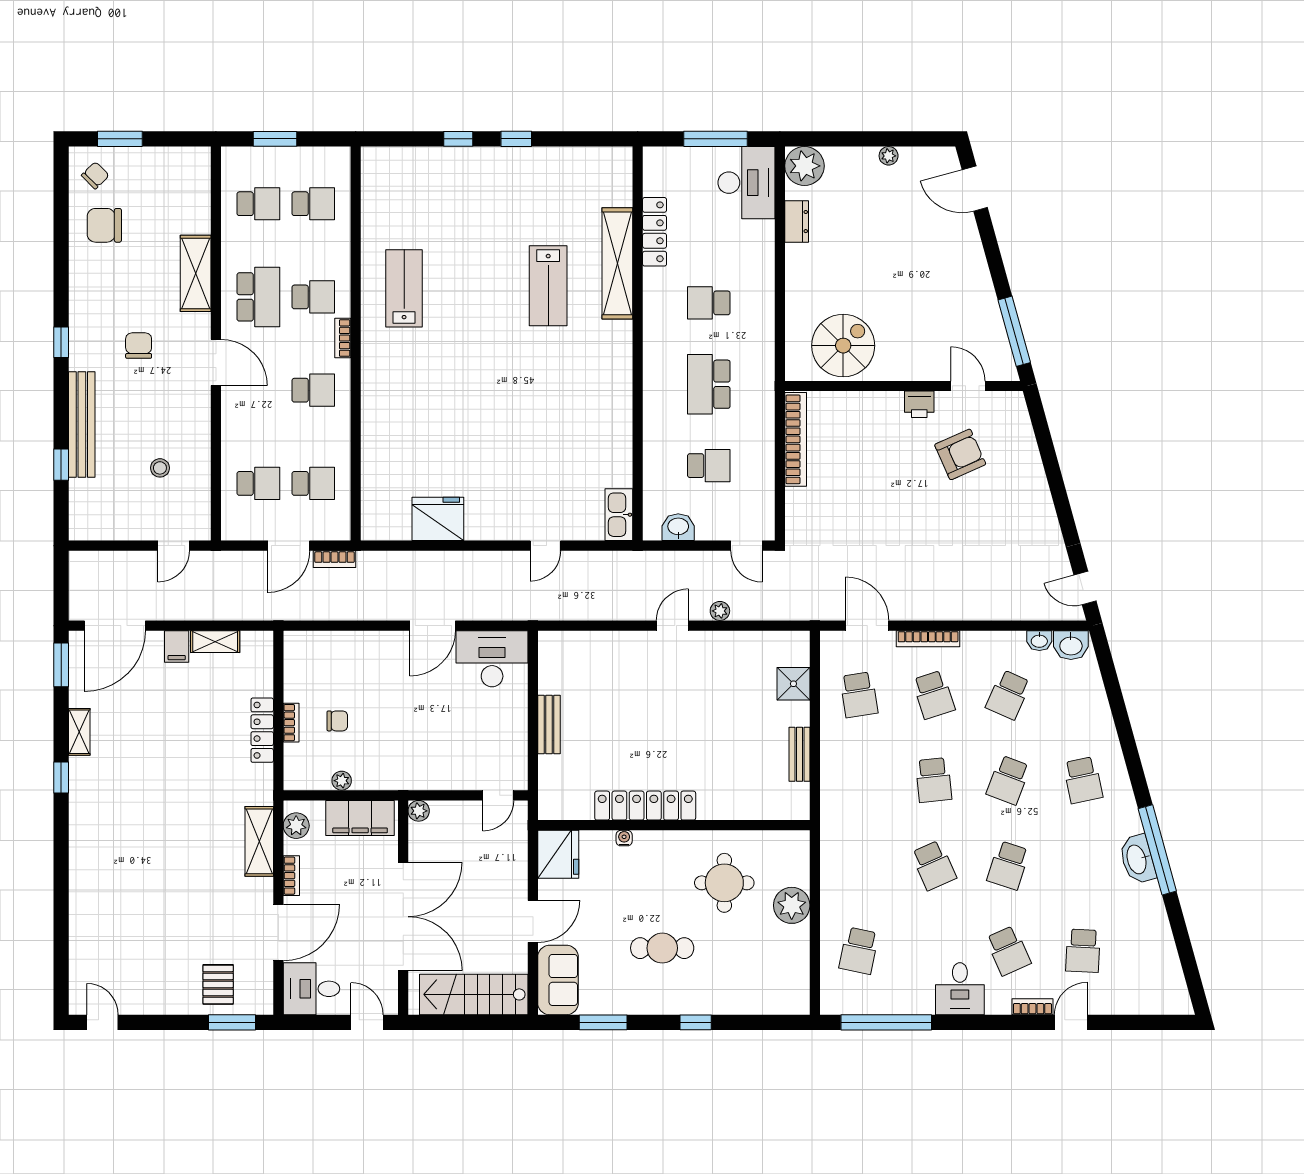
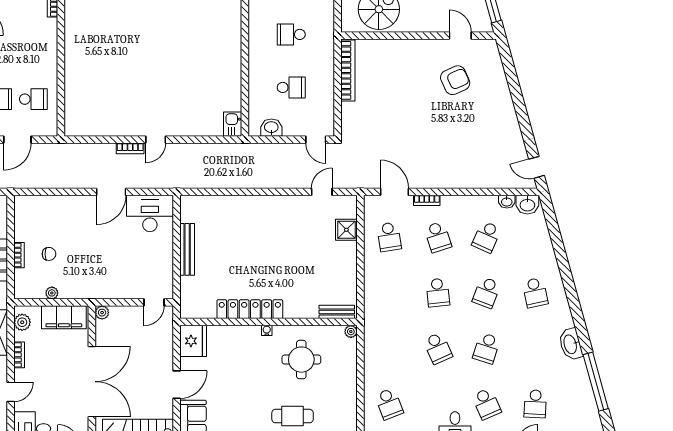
school desk: (709, 384) -> (291, 34), width x0.54
school desk: (313, 390) -> (33, 38), removed
printer: (919, 404) -> (429, 48), removed
kitchen sink: (619, 515) -> (233, 124), width x0.73
fridge: (438, 519) -> (115, 122), removed
door: (545, 546) -> (156, 140), moved
bookcase: (335, 559) -> (130, 148), moved
plant: (720, 611) -> (298, 182), removed
door: (672, 626) -> (322, 192), moved
bookcase: (928, 639) -> (427, 200), width x0.64
bench: (549, 725) -> (187, 249), width x1.36
bench: (799, 754) -> (337, 312), moved, turned 90
water cooler: (624, 838) -> (267, 330), moved
window: (1157, 850) -> (596, 382), moved
plant: (792, 905) -> (351, 332), moved, width x0.53, depth x0.53
door: (278, 932) -> (11, 392), width x0.53
cafe table: (662, 948) -> (293, 416), moved
school desk: (859, 951) -> (389, 404), turned -33

